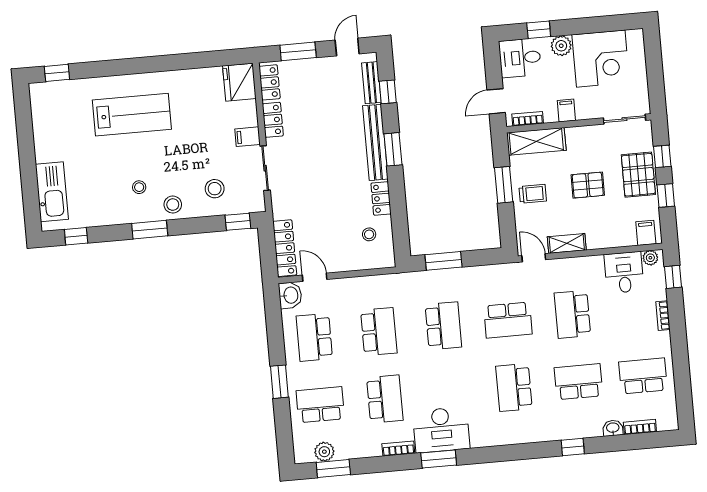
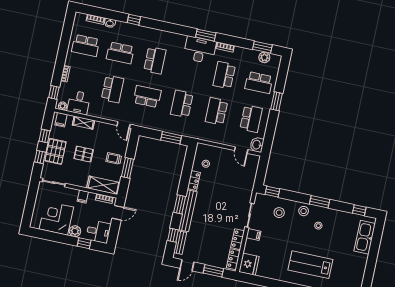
shelving: (567, 243) -> (83, 123), moved
locker: (285, 248) -> (252, 170), removed

